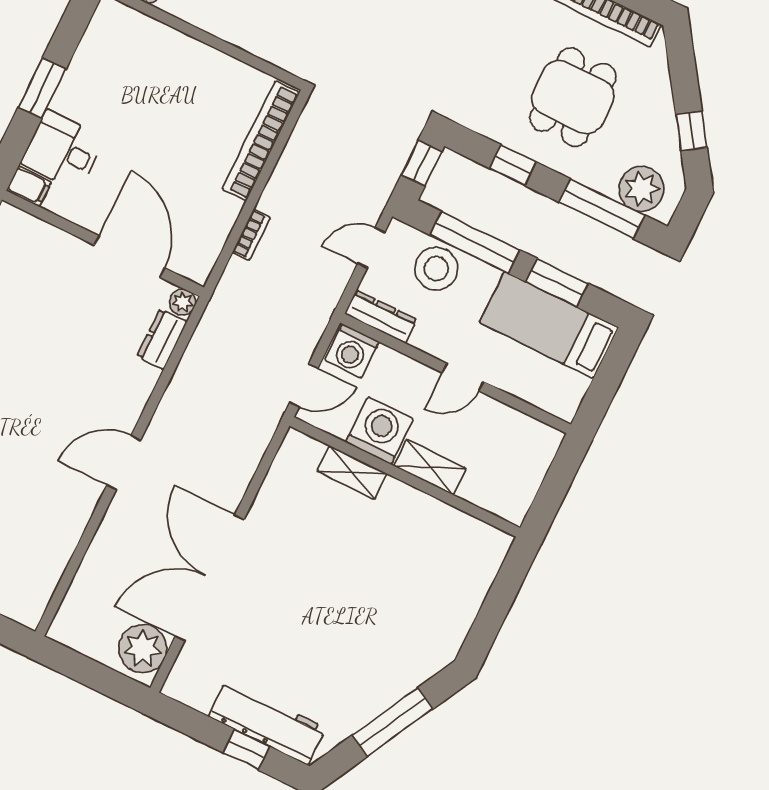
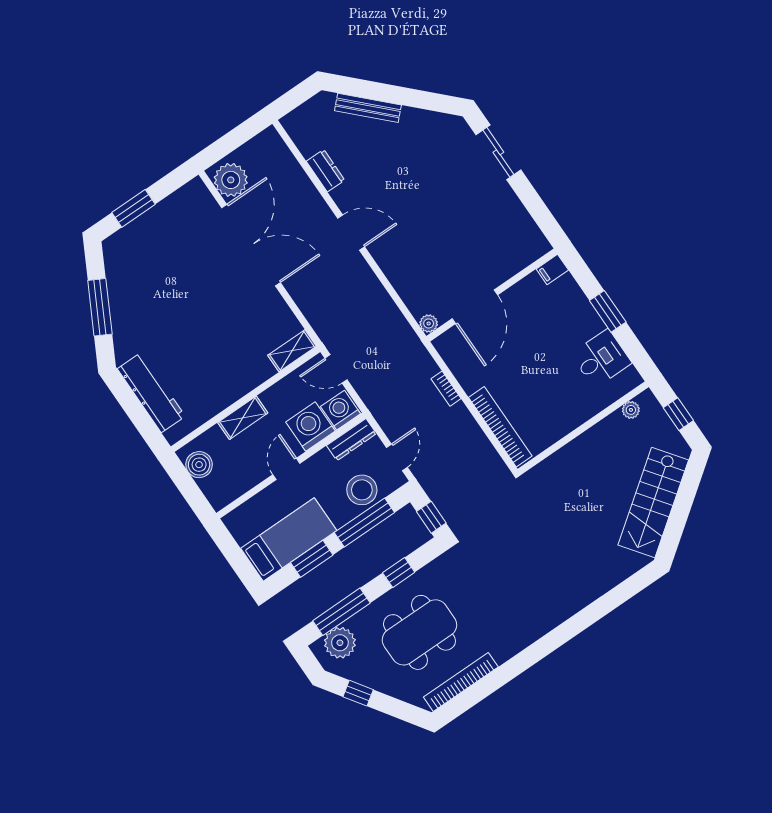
dining table: (573, 97) -> (419, 632), width x1.38
desk: (63, 150) -> (601, 359), moved
door: (129, 256) -> (475, 307), hinge flipped
dresser: (162, 339) -> (326, 171), moved
door: (304, 385) -> (336, 369), hinge flipped
washing machine: (379, 431) -> (310, 427), moved, turned 180
door: (124, 462) -> (351, 232), hinge flipped
shelving: (352, 472) -> (292, 351), moved
boiler: (519, 489) -> (199, 465), added
workbench: (267, 722) -> (151, 393), moved, turned -90
window: (246, 750) -> (133, 208), width x1.50

